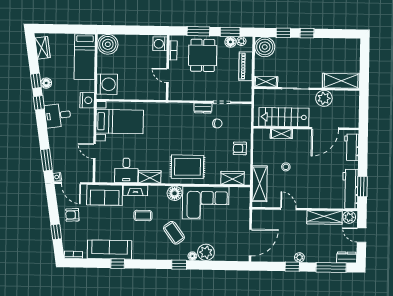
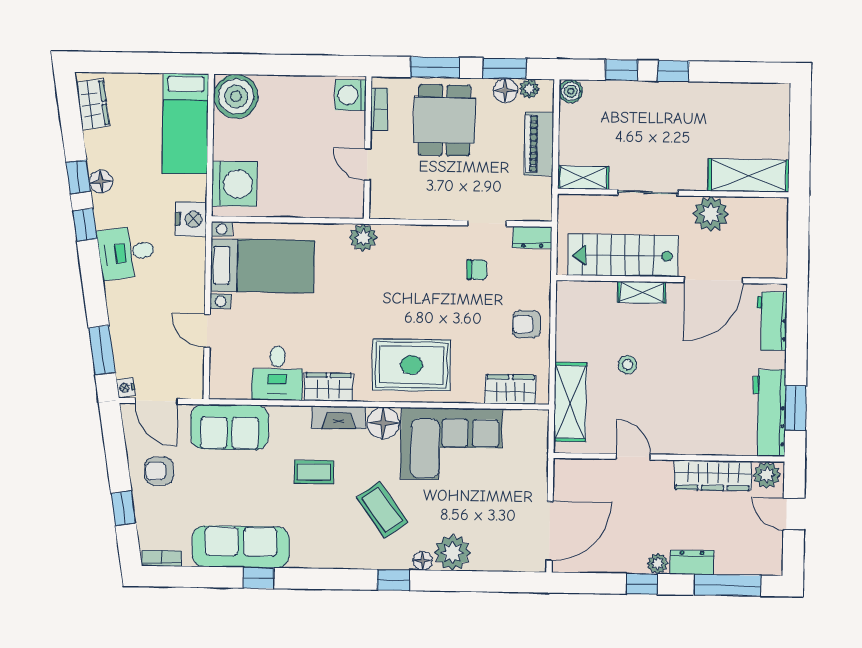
boiler: (265, 47) -> (571, 91), width x0.54, depth x0.54
dresser: (203, 108) -> (532, 237), moved
plant: (166, 109) -> (363, 238), added
shelving: (281, 134) -> (642, 292), moved
fireplace: (135, 190) -> (339, 418), moved
dresser: (347, 257) -> (692, 562), moved

